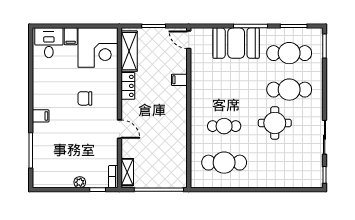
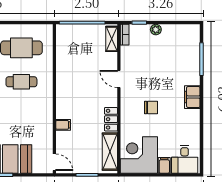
filing cabinet: (41, 116) -> (192, 97), width x2.00

